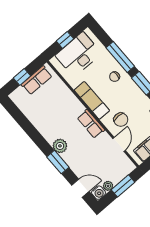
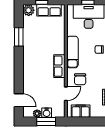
plant: (60, 146) -> (29, 10), moved
window: (58, 162) -> (19, 37), moved
water cooler: (99, 193) -> (47, 113), moved

